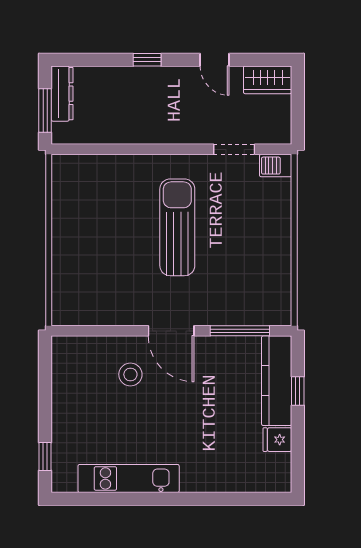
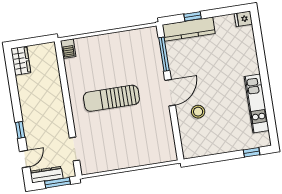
door: (215, 60) -> (25, 159), moved
doorway: (234, 149) -> (75, 149), moved
fridge: (277, 440) -> (243, 19), moved, turned 90

